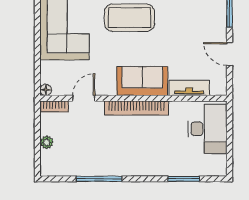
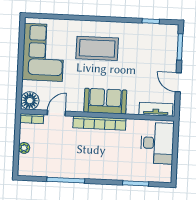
tv unit: (189, 88) -> (156, 109), moved
floor lamp: (46, 90) -> (30, 101), width x1.89, depth x1.89

